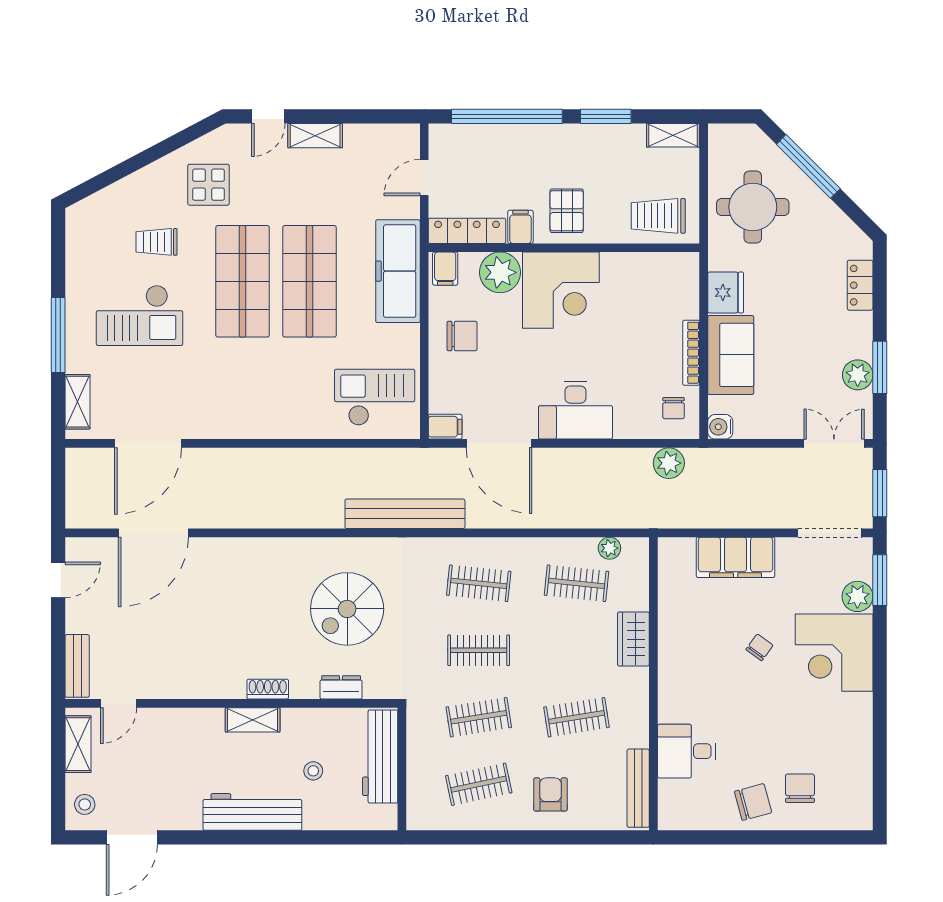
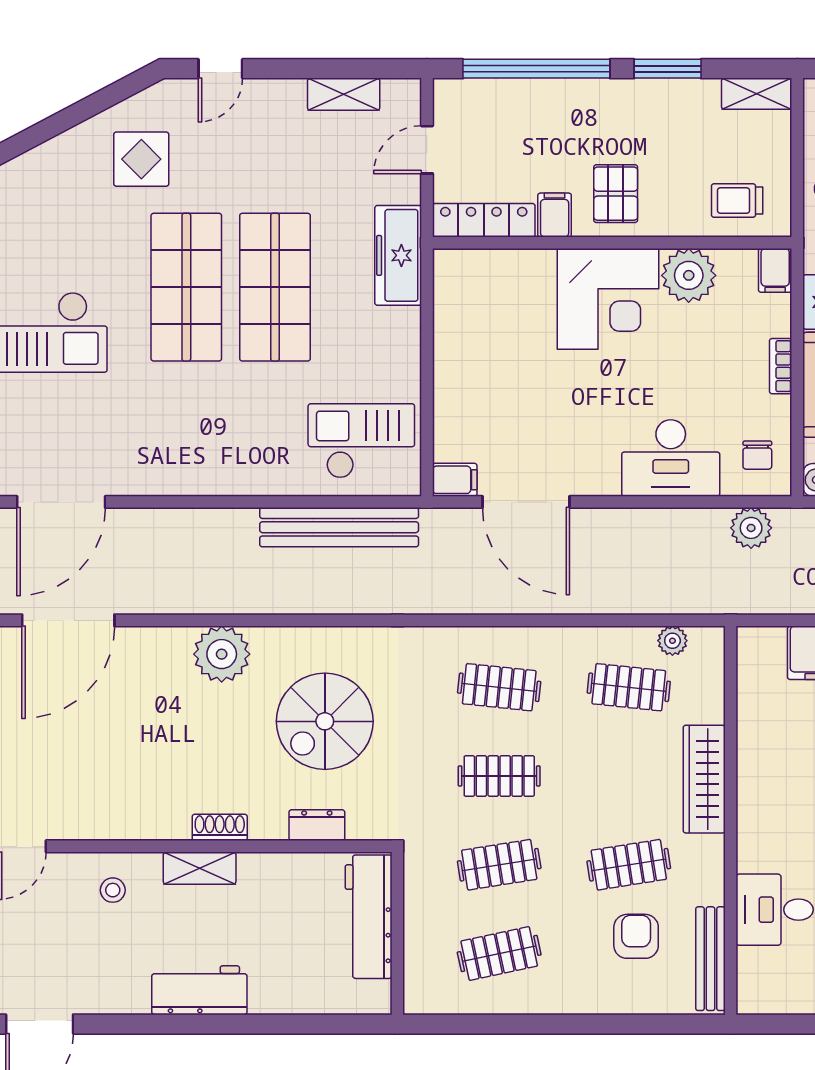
shelving: (315, 136) -> (344, 94), moved
trolley: (658, 216) -> (737, 200), width x0.73, depth x0.72
trolley: (157, 242) -> (72, 235), removed
filing cabinet: (445, 269) -> (775, 270), moved
freezer: (398, 271) -> (398, 255), width x0.73, depth x0.79
plant: (500, 272) -> (689, 275), moved
chair: (462, 336) -> (477, 360), removed
bookcase: (691, 353) -> (781, 366), width x0.64
desk: (575, 410) -> (671, 458), moved
bench: (405, 514) -> (339, 527), moved
plant: (269, 558) -> (222, 654), added
wardrobe: (633, 639) -> (704, 779), width x1.50
stool: (313, 771) -> (113, 890), moved
armchair: (550, 794) -> (636, 936), moved
workbench: (252, 812) -> (199, 990), width x0.73

